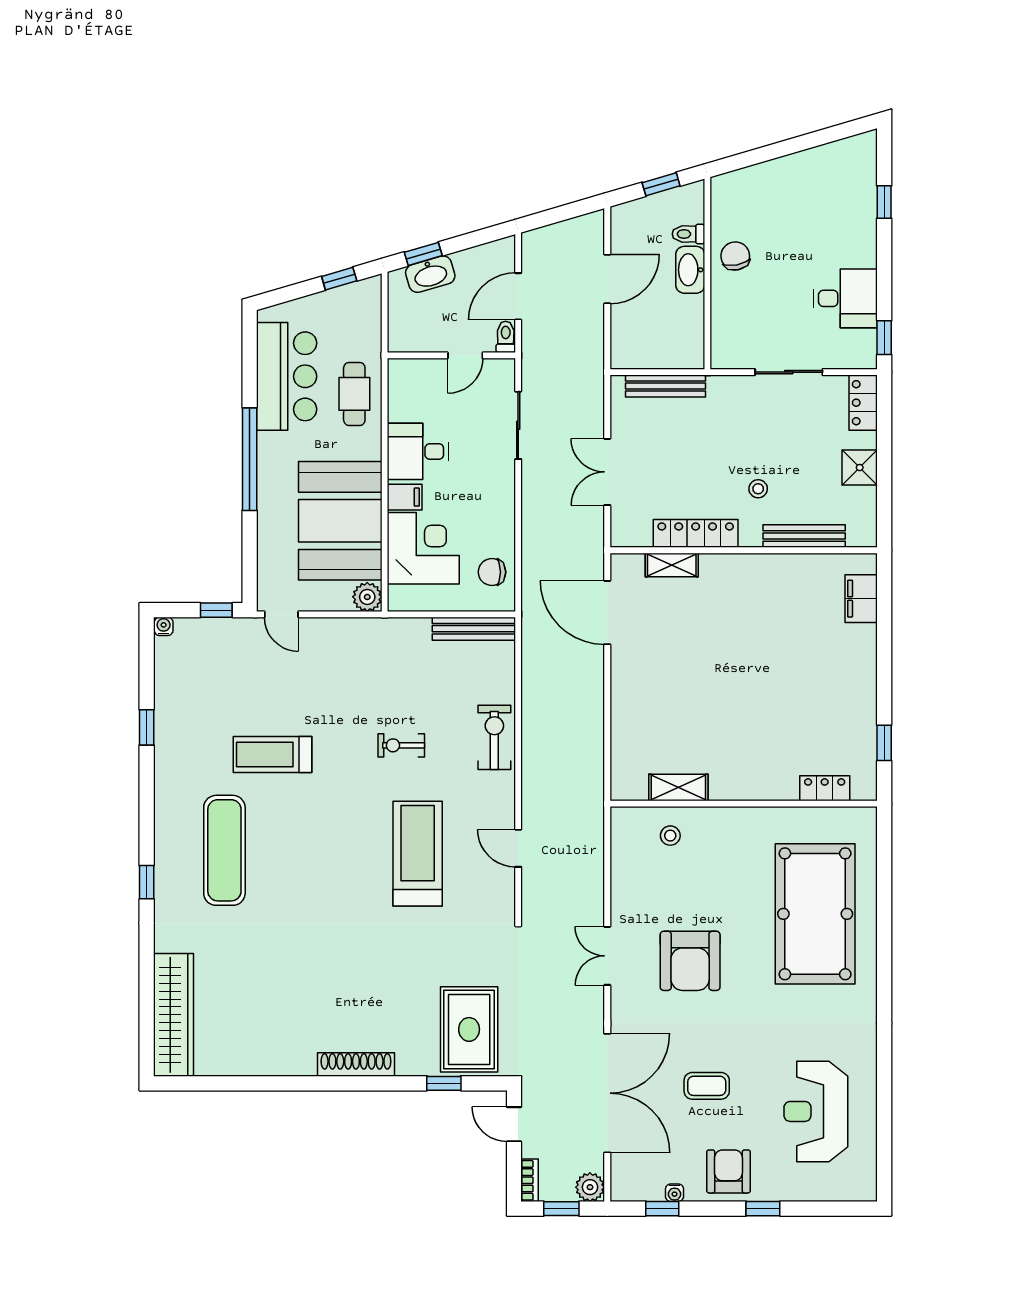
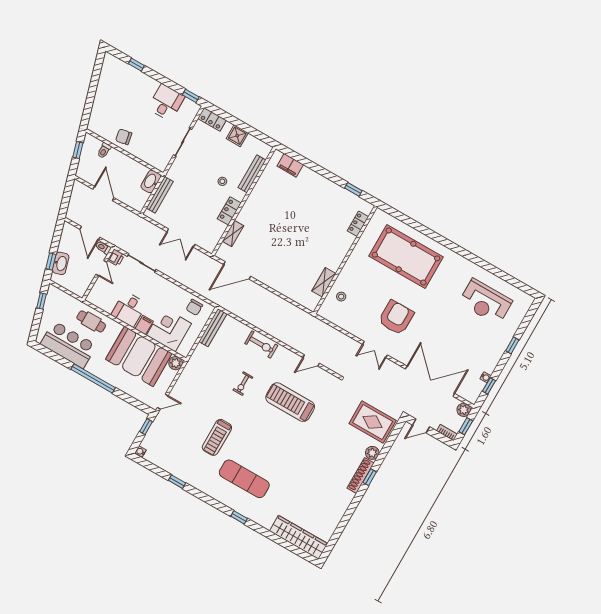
washbasin: (690, 270) -> (151, 181), moved, turned 90
printer: (501, 372) -> (116, 258), added
locker: (696, 533) -> (229, 211), width x0.66
exercise bike: (494, 737) -> (261, 344), turned 180
armchair: (690, 961) -> (396, 318), turned -90
plant: (411, 1062) -> (372, 453), added
window: (444, 1083) -> (370, 477), moved
coffee table: (707, 1086) -> (450, 340), removed
armchair: (728, 1171) -> (489, 351), removed

